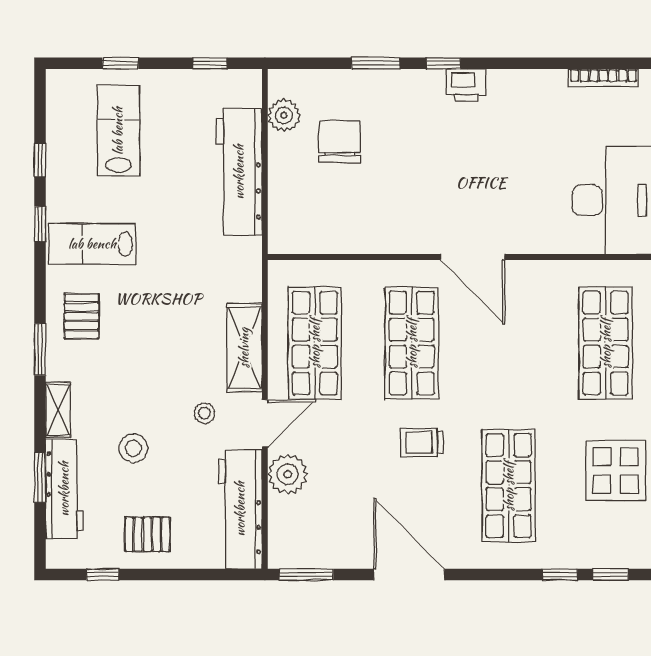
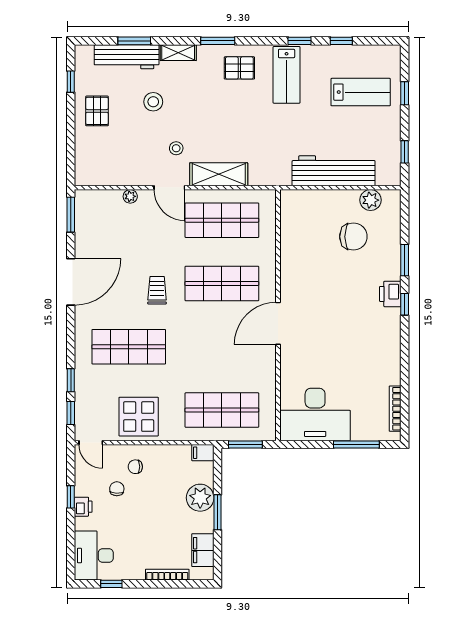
printer: (466, 85) -> (390, 294), moved
lab bench: (92, 244) -> (287, 75), turned 180
plant: (288, 474) -> (130, 196), width x0.53, depth x0.53
workbench: (240, 509) -> (113, 172), removed

